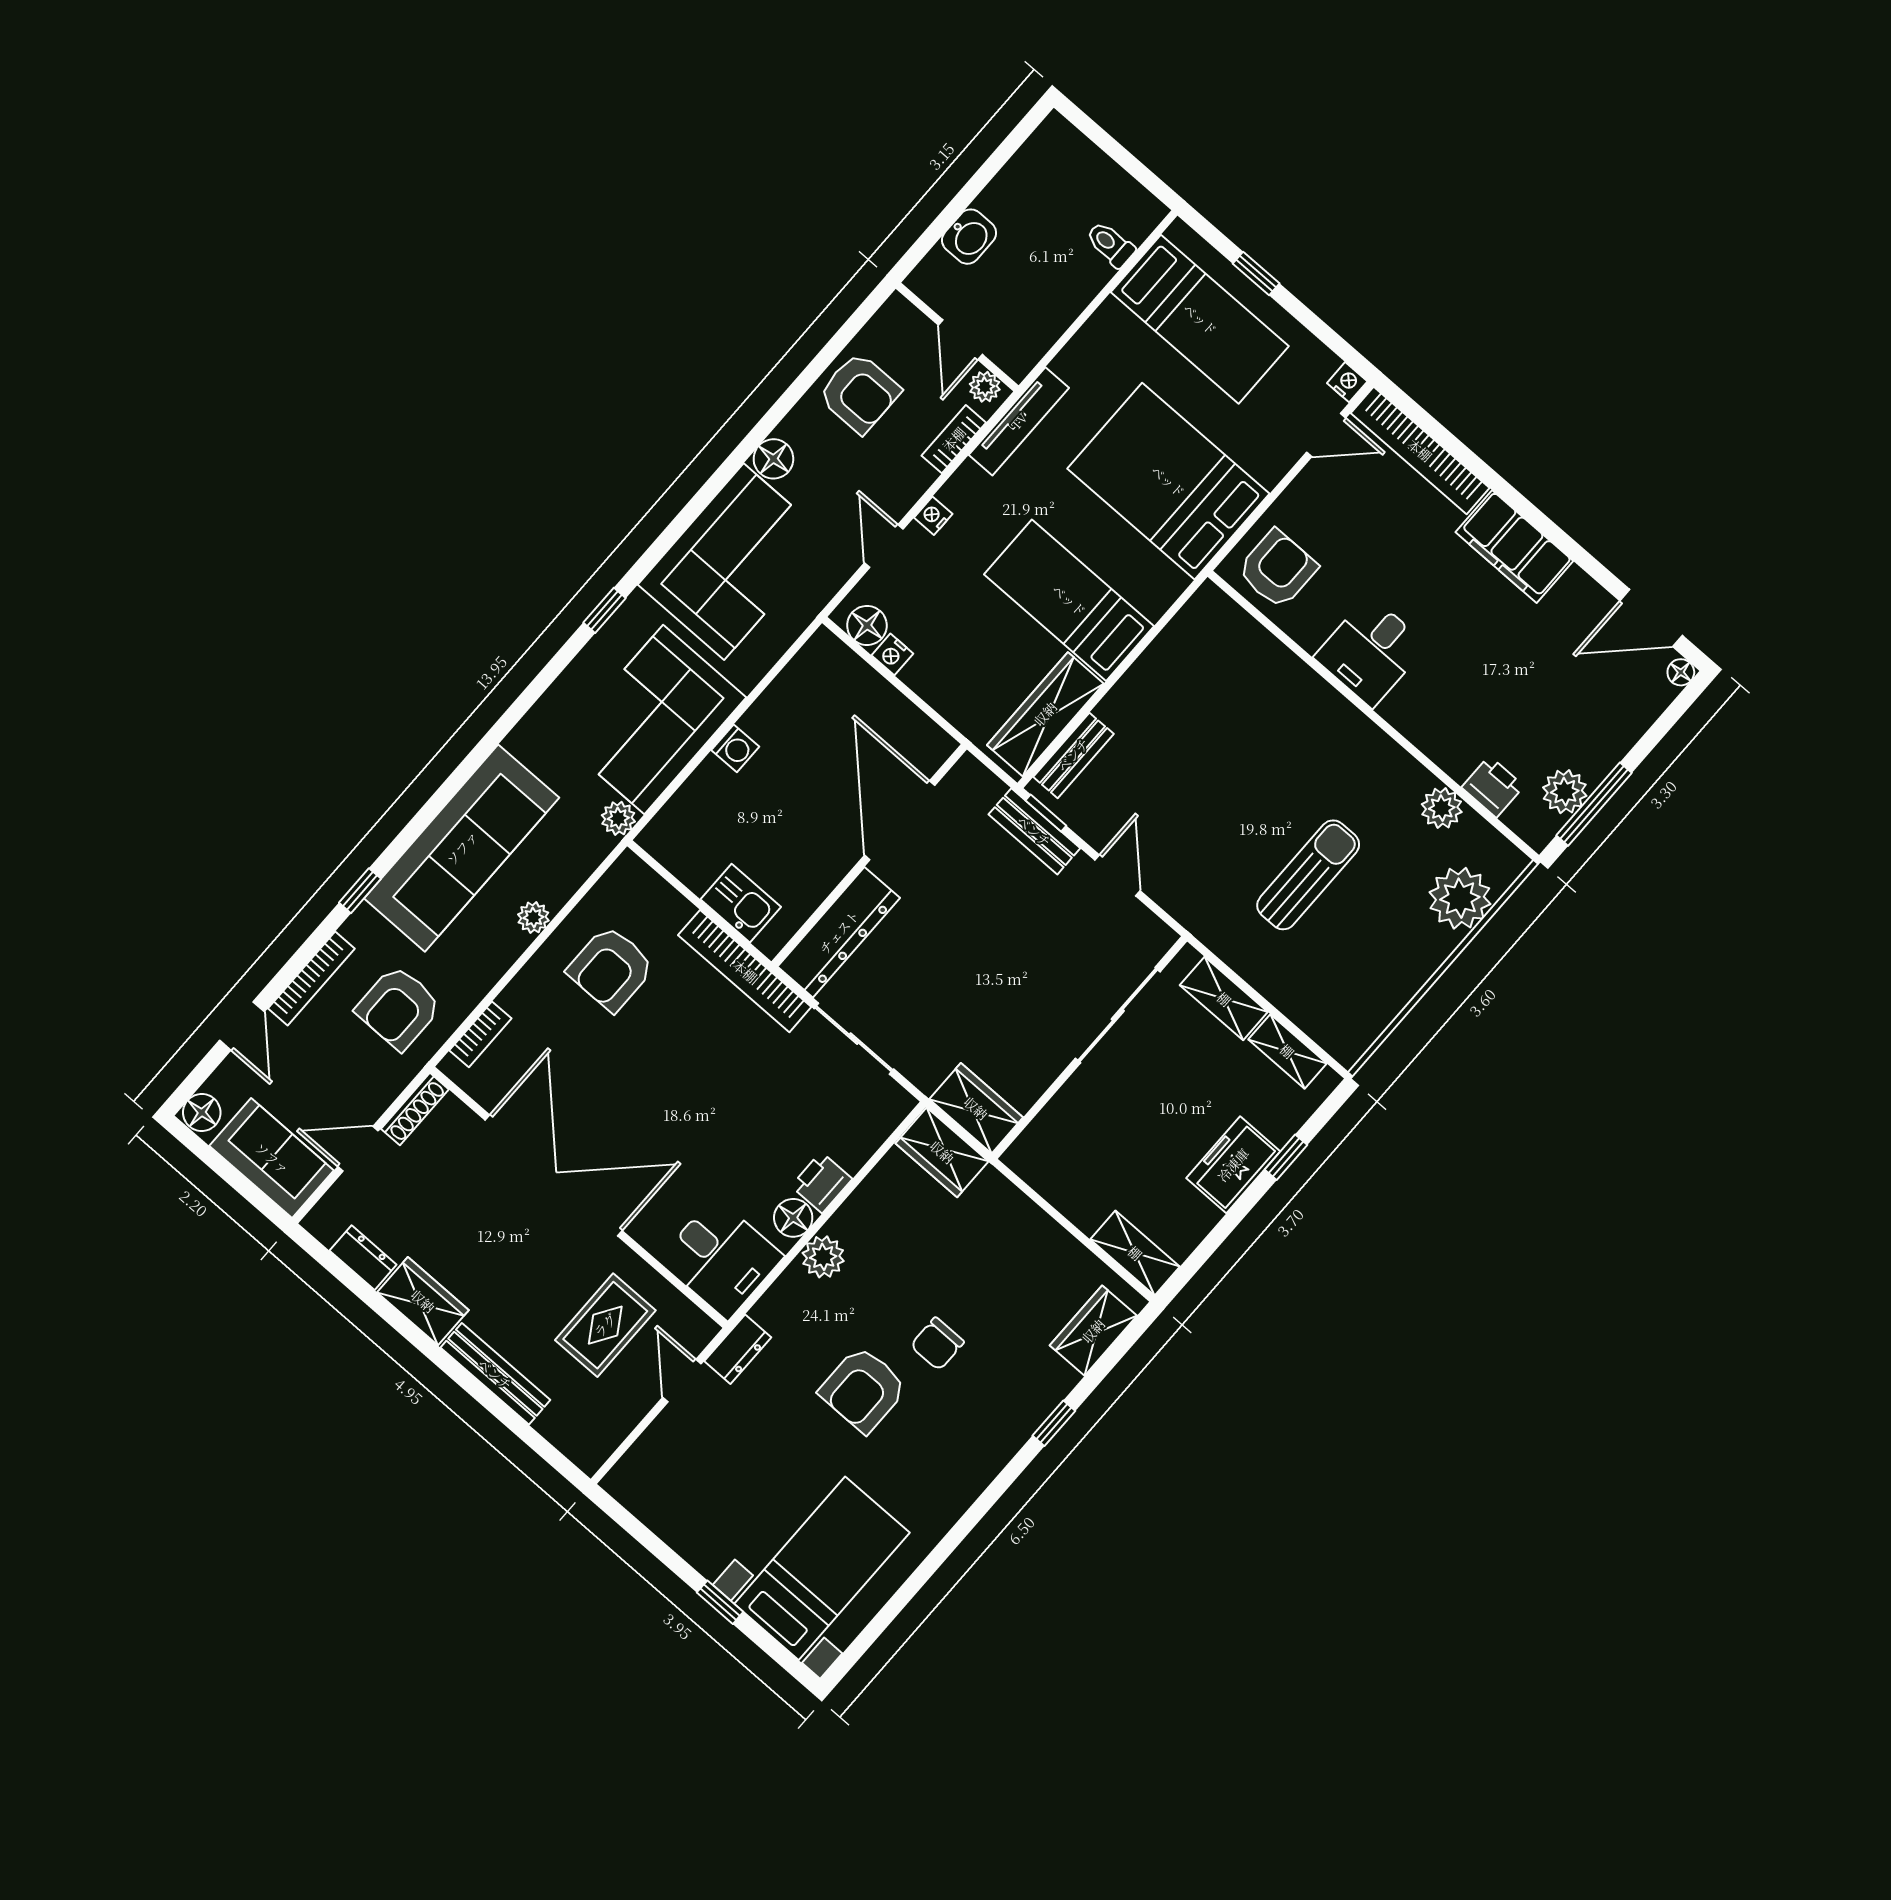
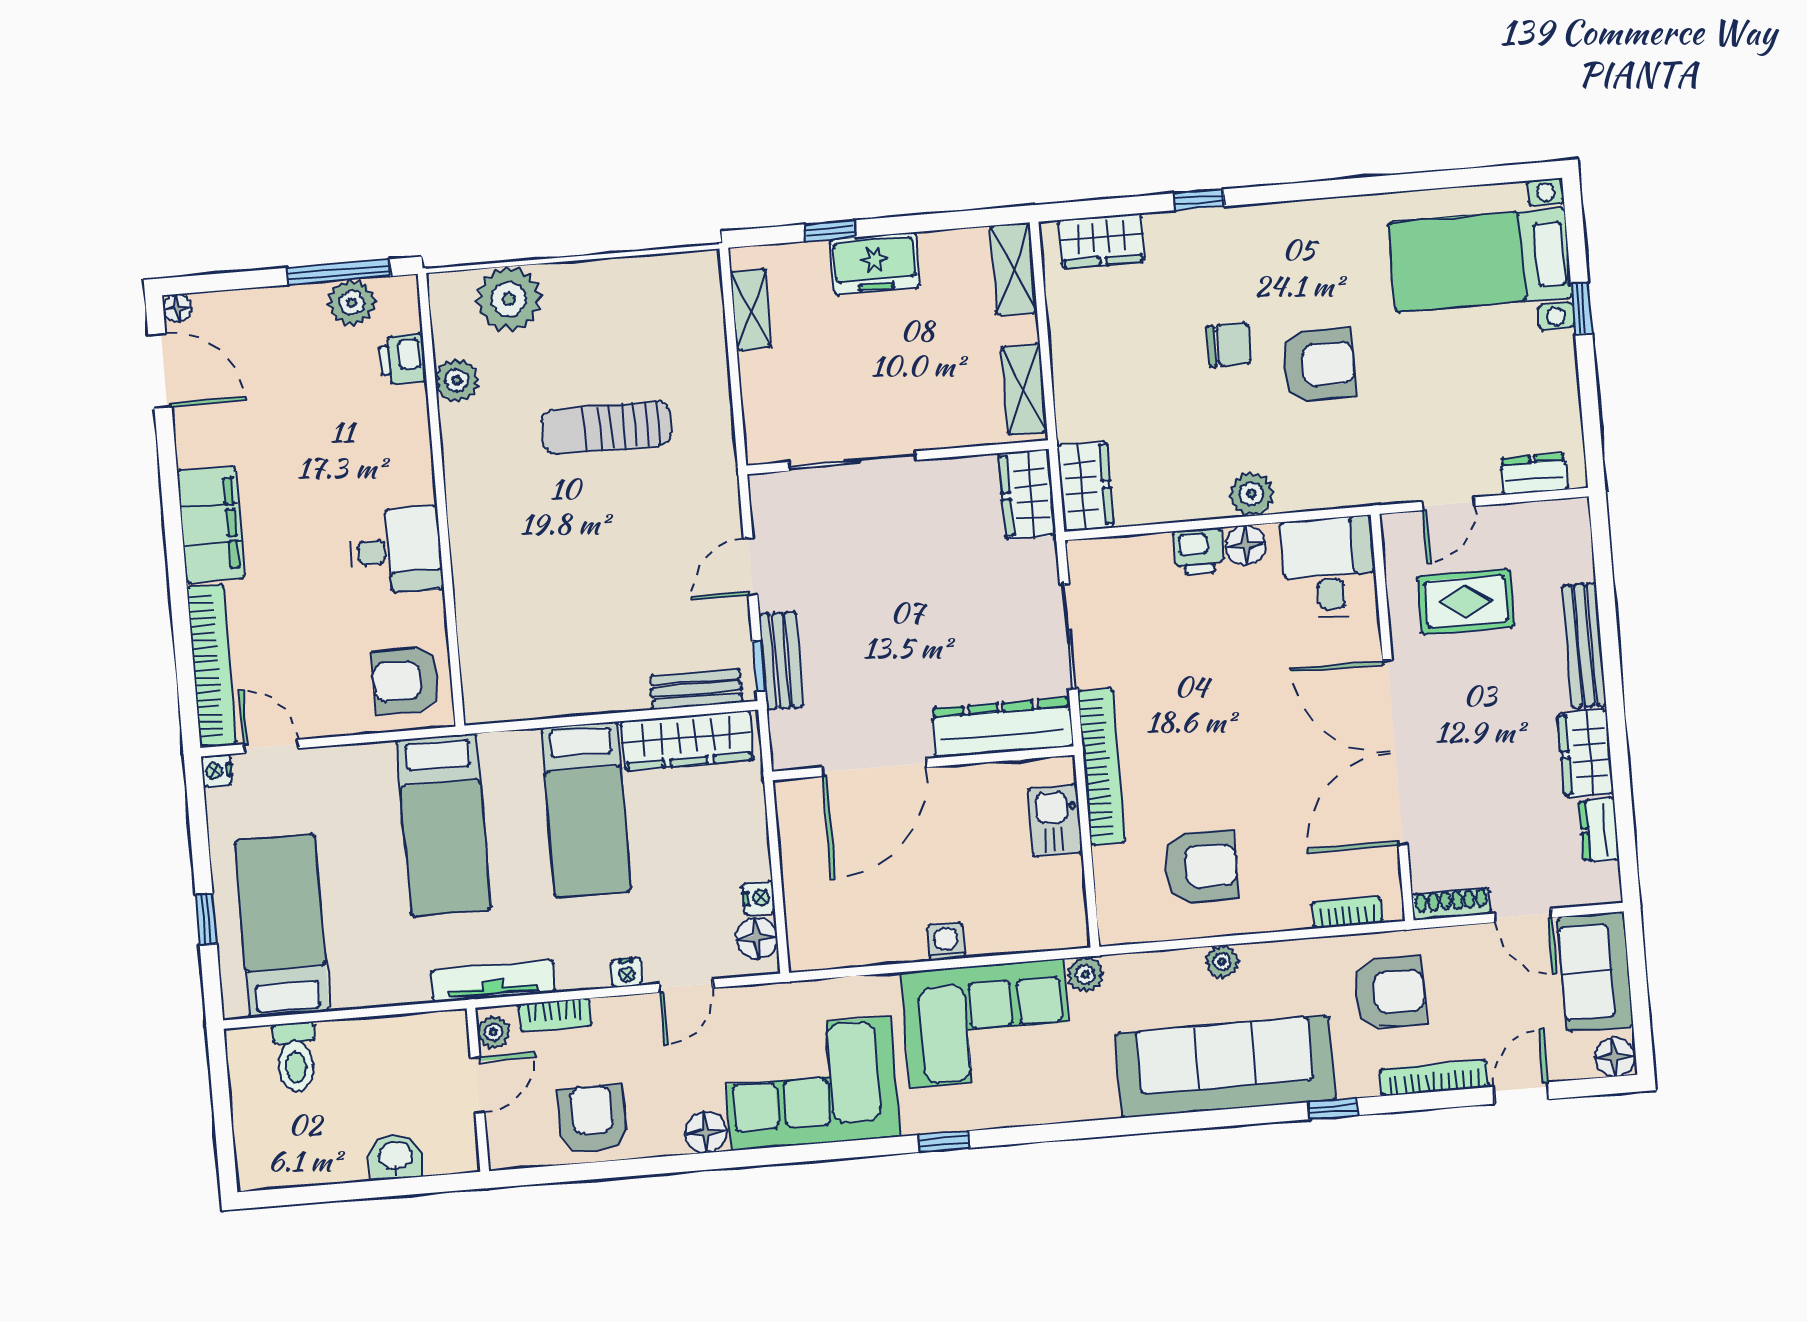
toilet: (1110, 244) -> (295, 1057), width x1.37, depth x1.39
bed: (1168, 481) -> (444, 825), width x0.67
shelving: (1224, 999) -> (1024, 390), moved
dresser: (738, 1349) -> (1534, 474), moved

